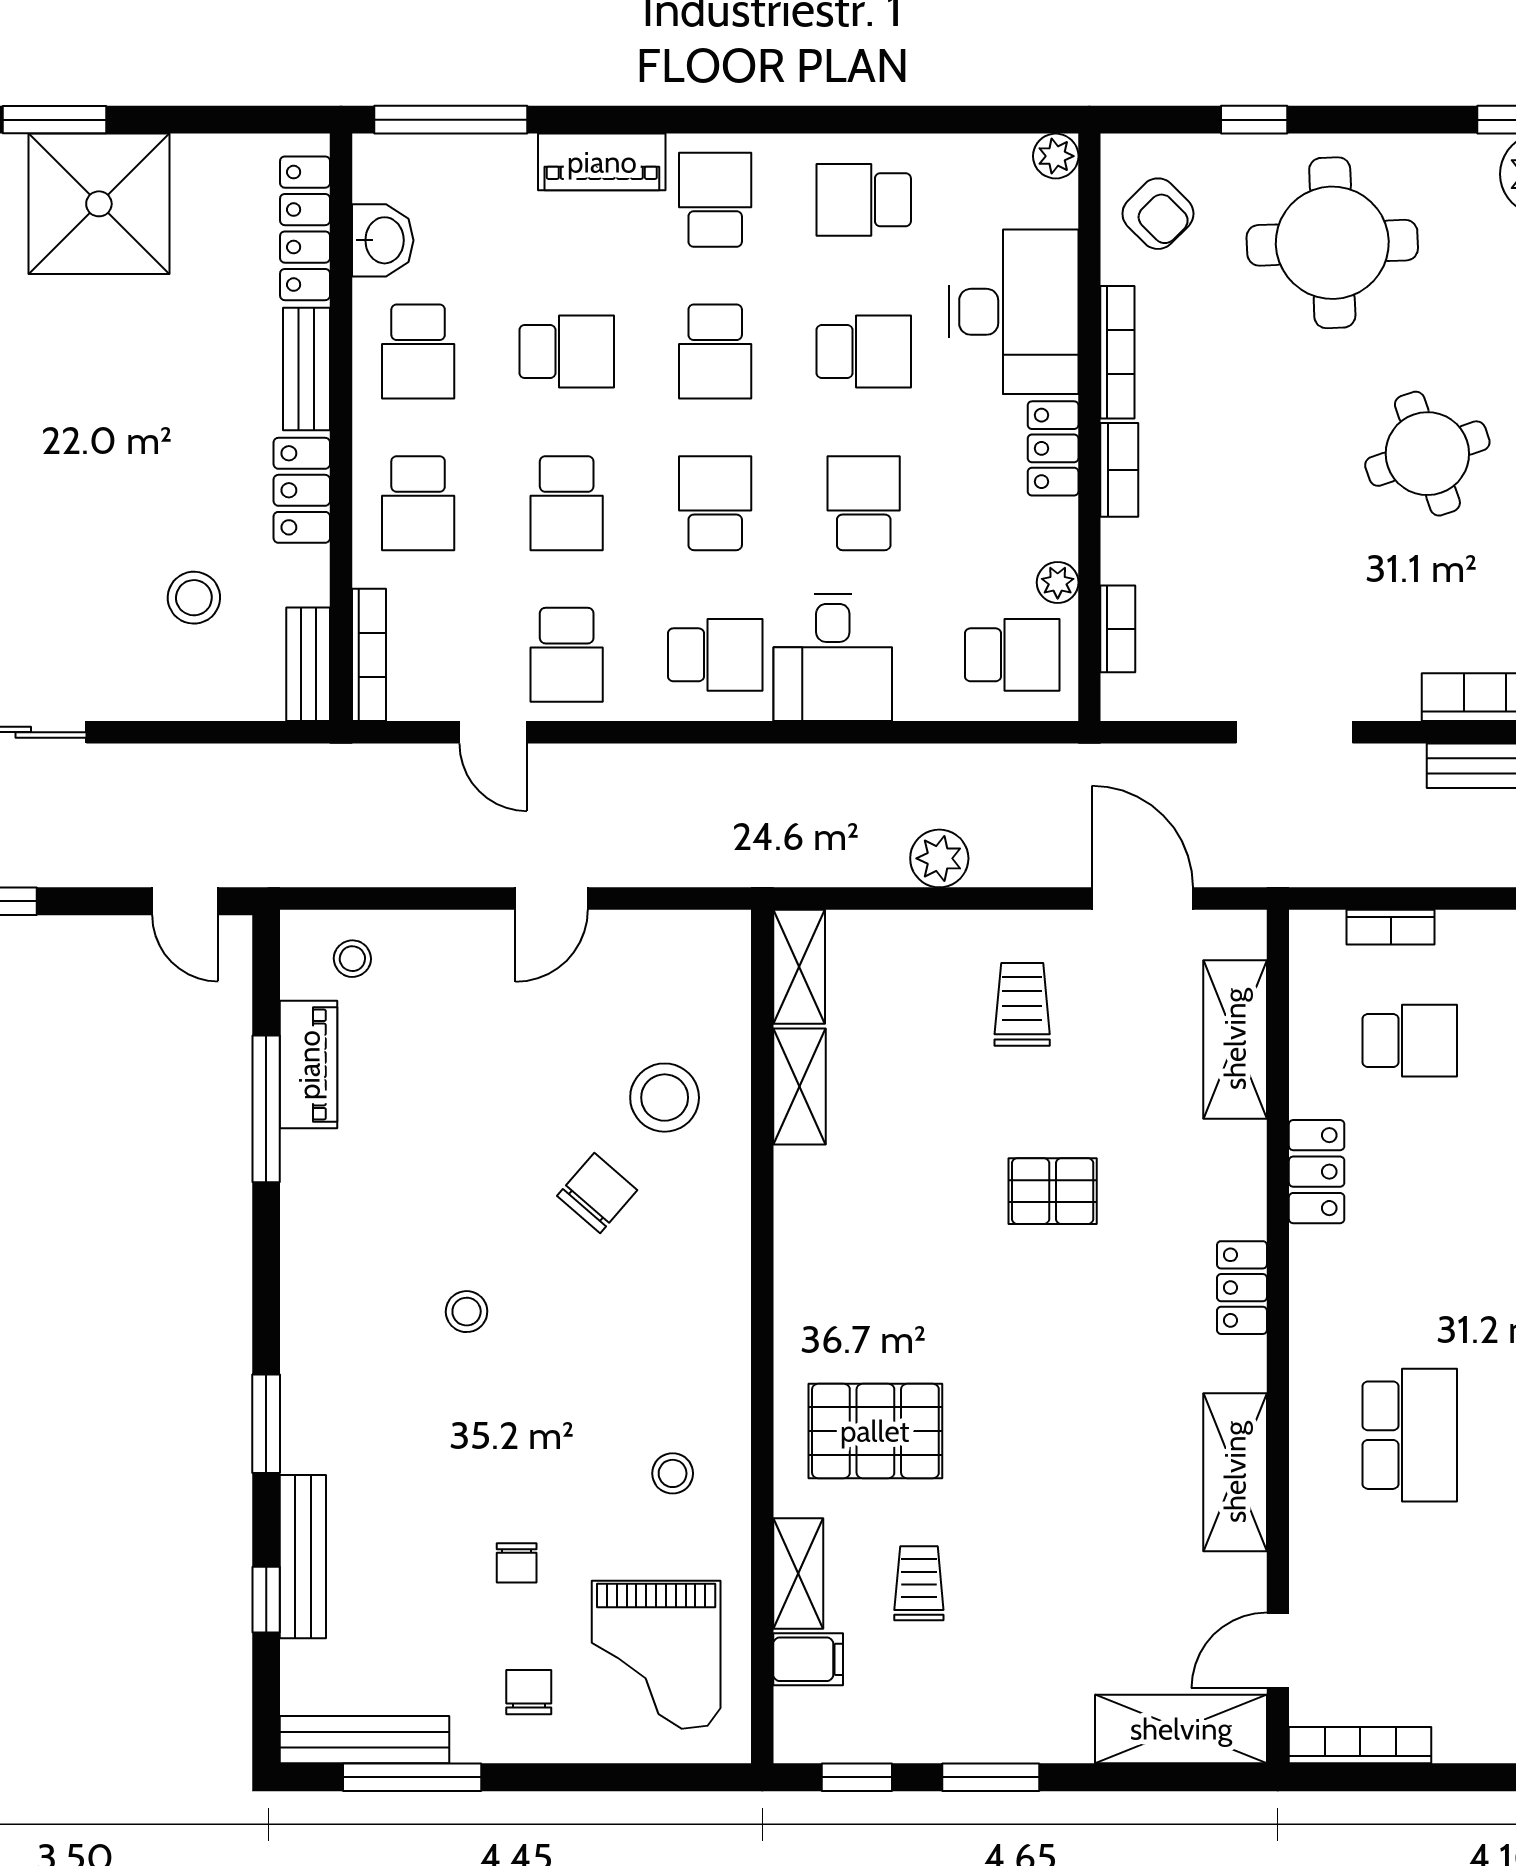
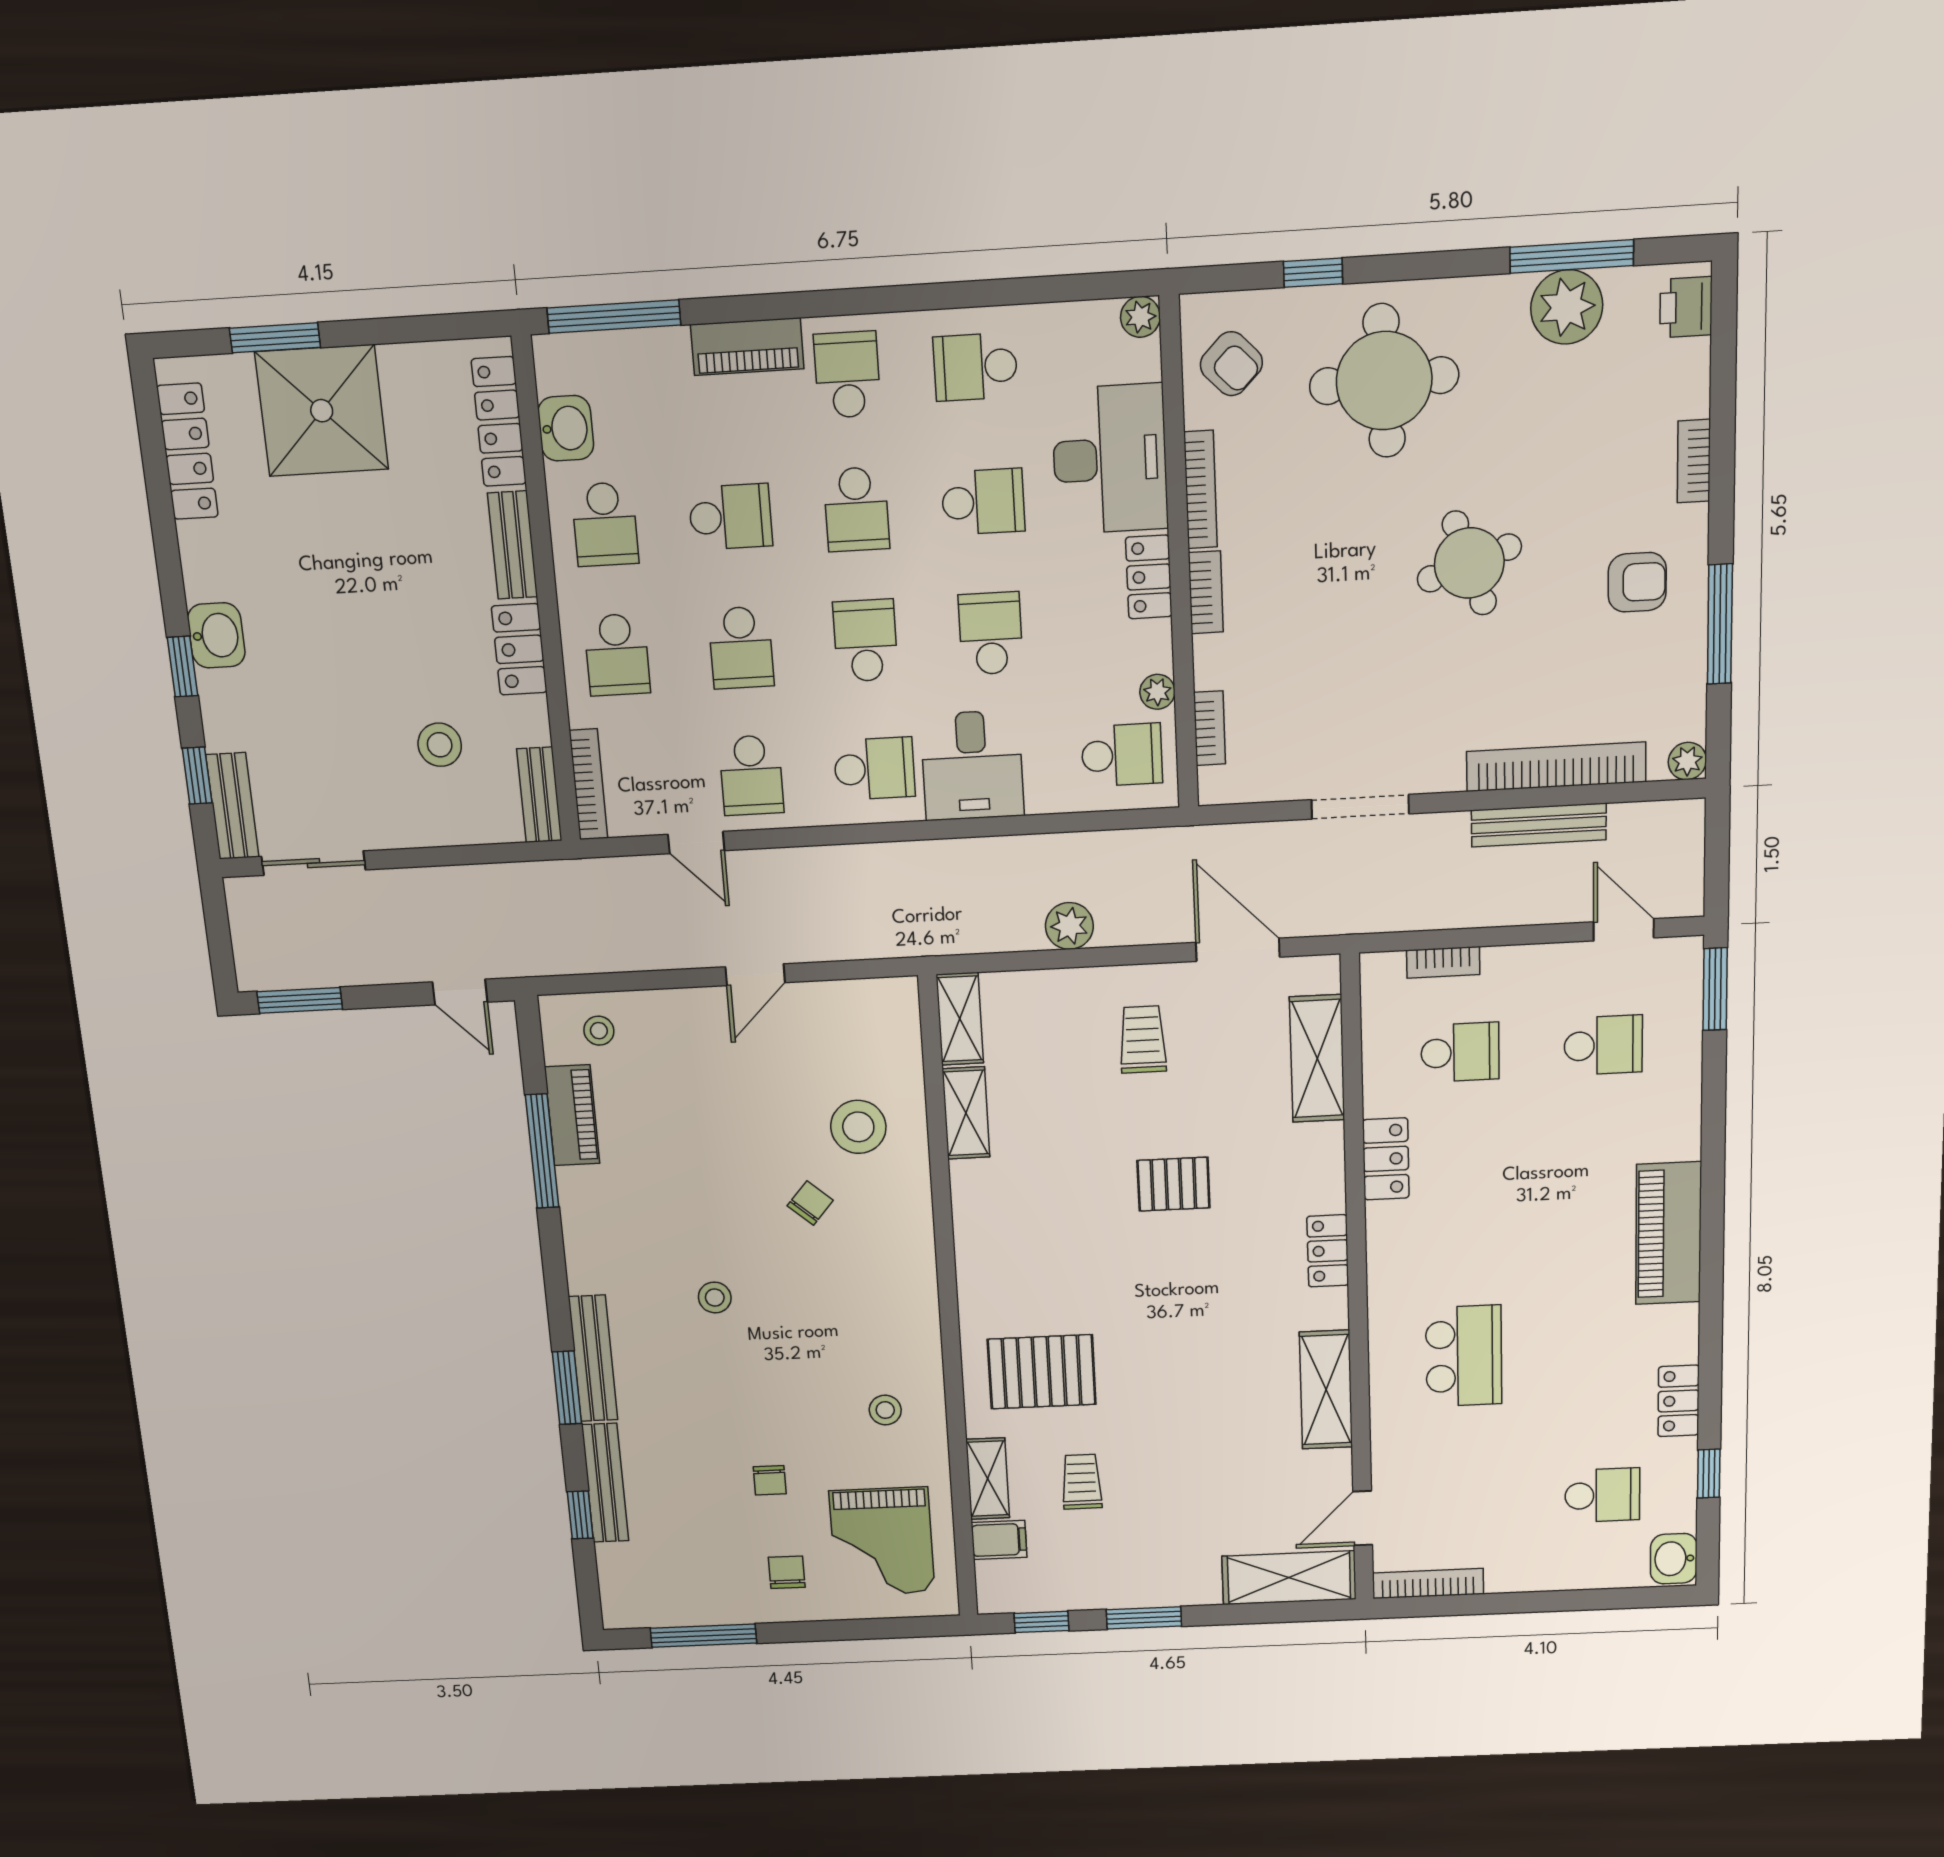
chair: (597, 1193) -> (810, 1203), width x0.73, depth x0.73
bench: (365, 1740) -> (593, 1358), moved, turned 90

